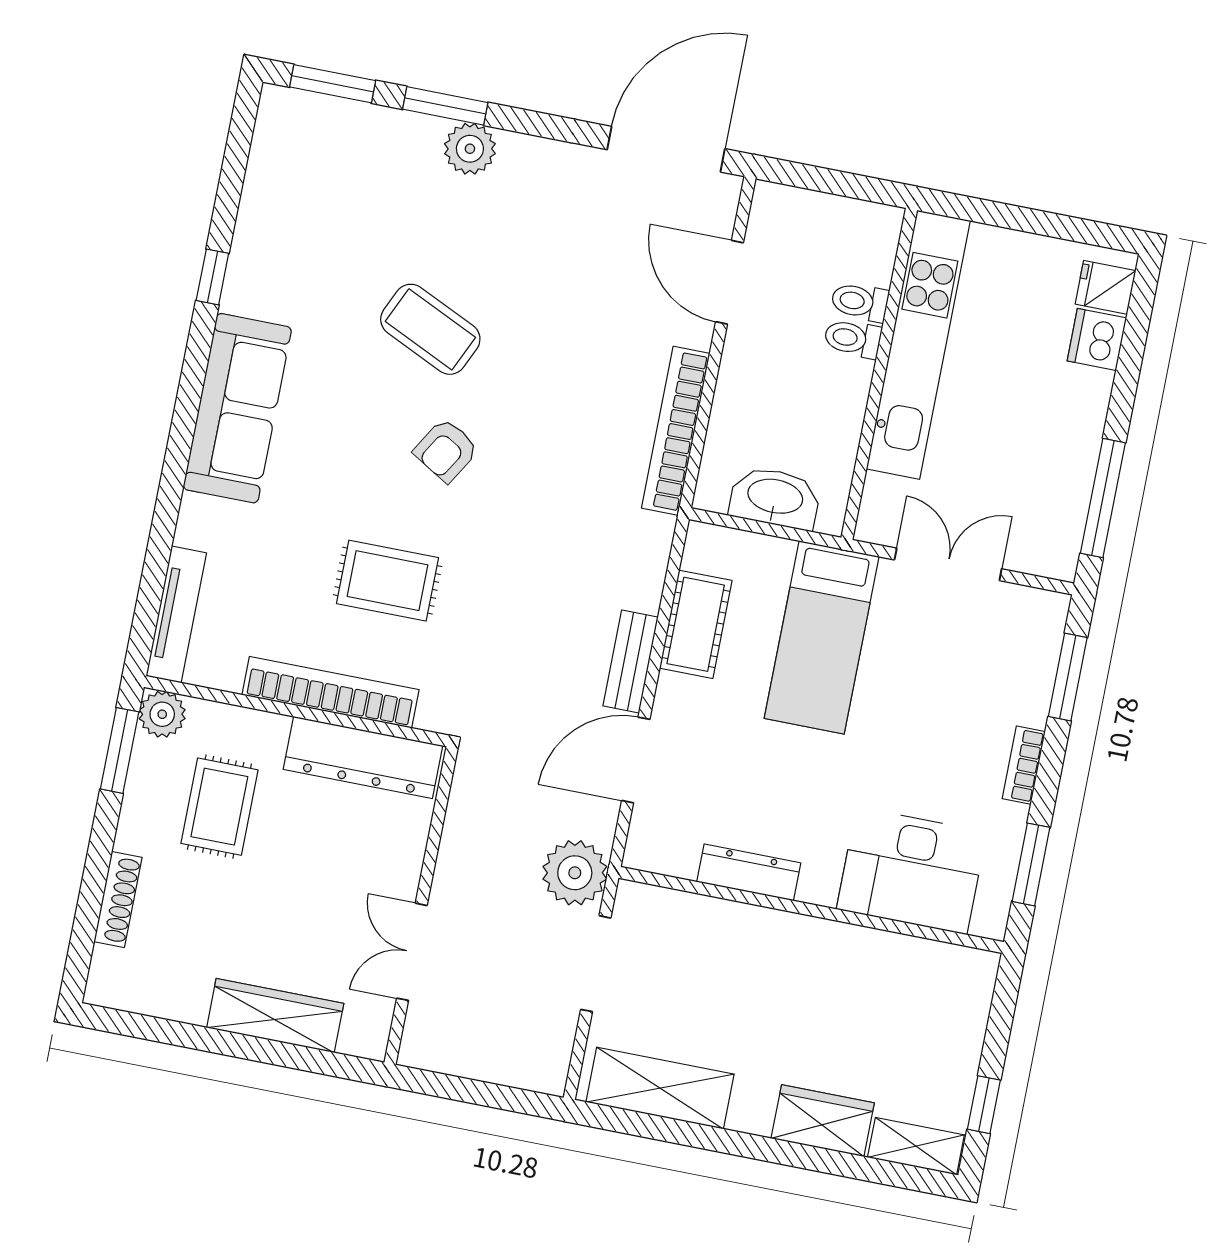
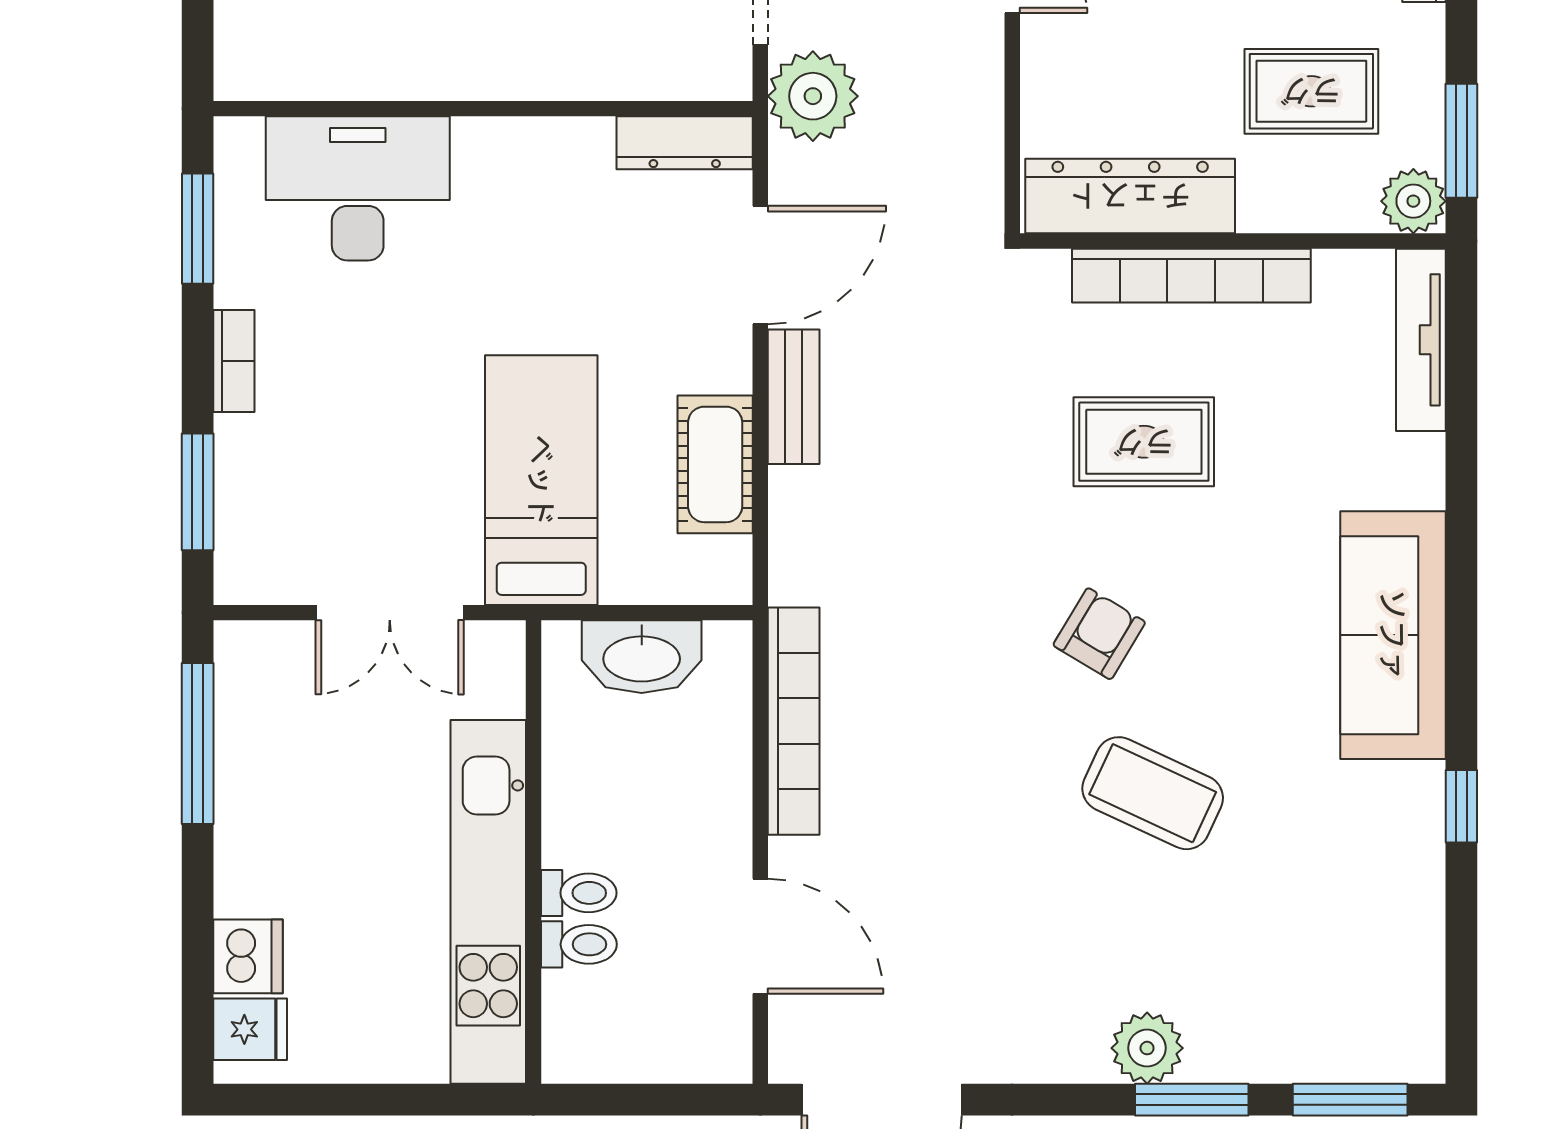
rug: (219, 807) -> (1311, 91), turned 90
dresser: (749, 872) -> (685, 143), moved

